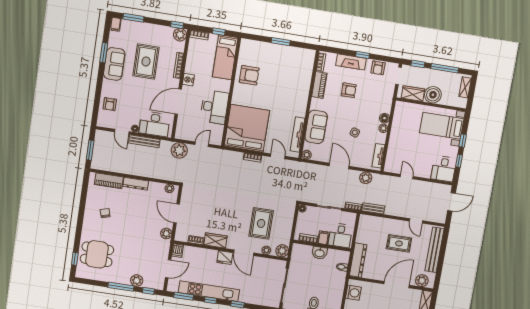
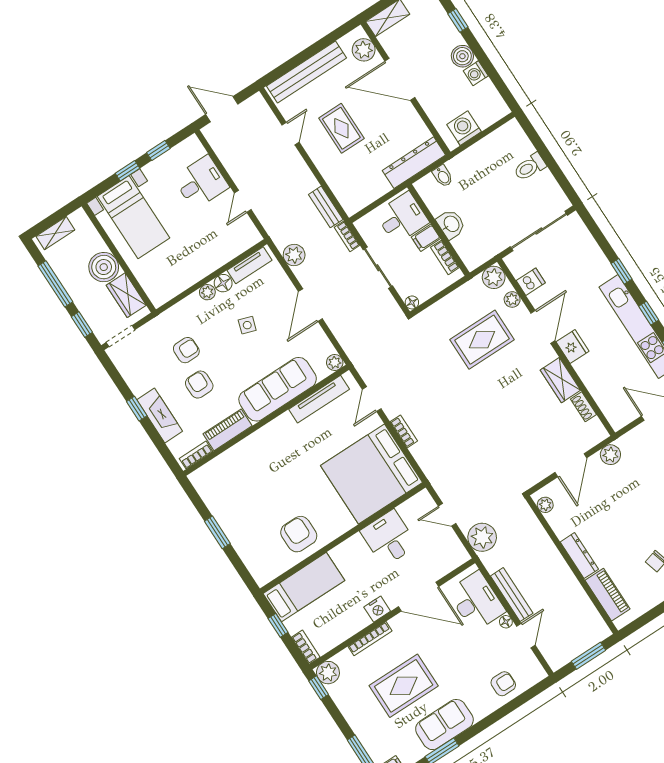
armchair: (378, 68) -> (186, 350), moved
desk: (214, 107) -> (389, 538), width x0.73
floor lamp: (384, 118) -> (223, 283), moved
sofa: (316, 127) -> (278, 389), width x1.36
desk: (444, 169) -> (201, 182), moved
dishwasher: (178, 251) -> (531, 282), moved

